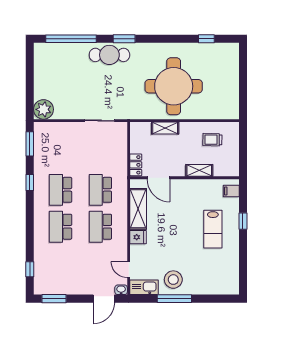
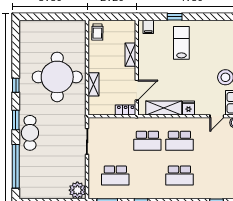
window: (206, 39) -> (16, 85), moved
trolley: (212, 140) -> (97, 32), moved
school desk: (61, 190) -> (115, 175), moved
lab bench: (213, 229) -> (181, 43), turned -90

